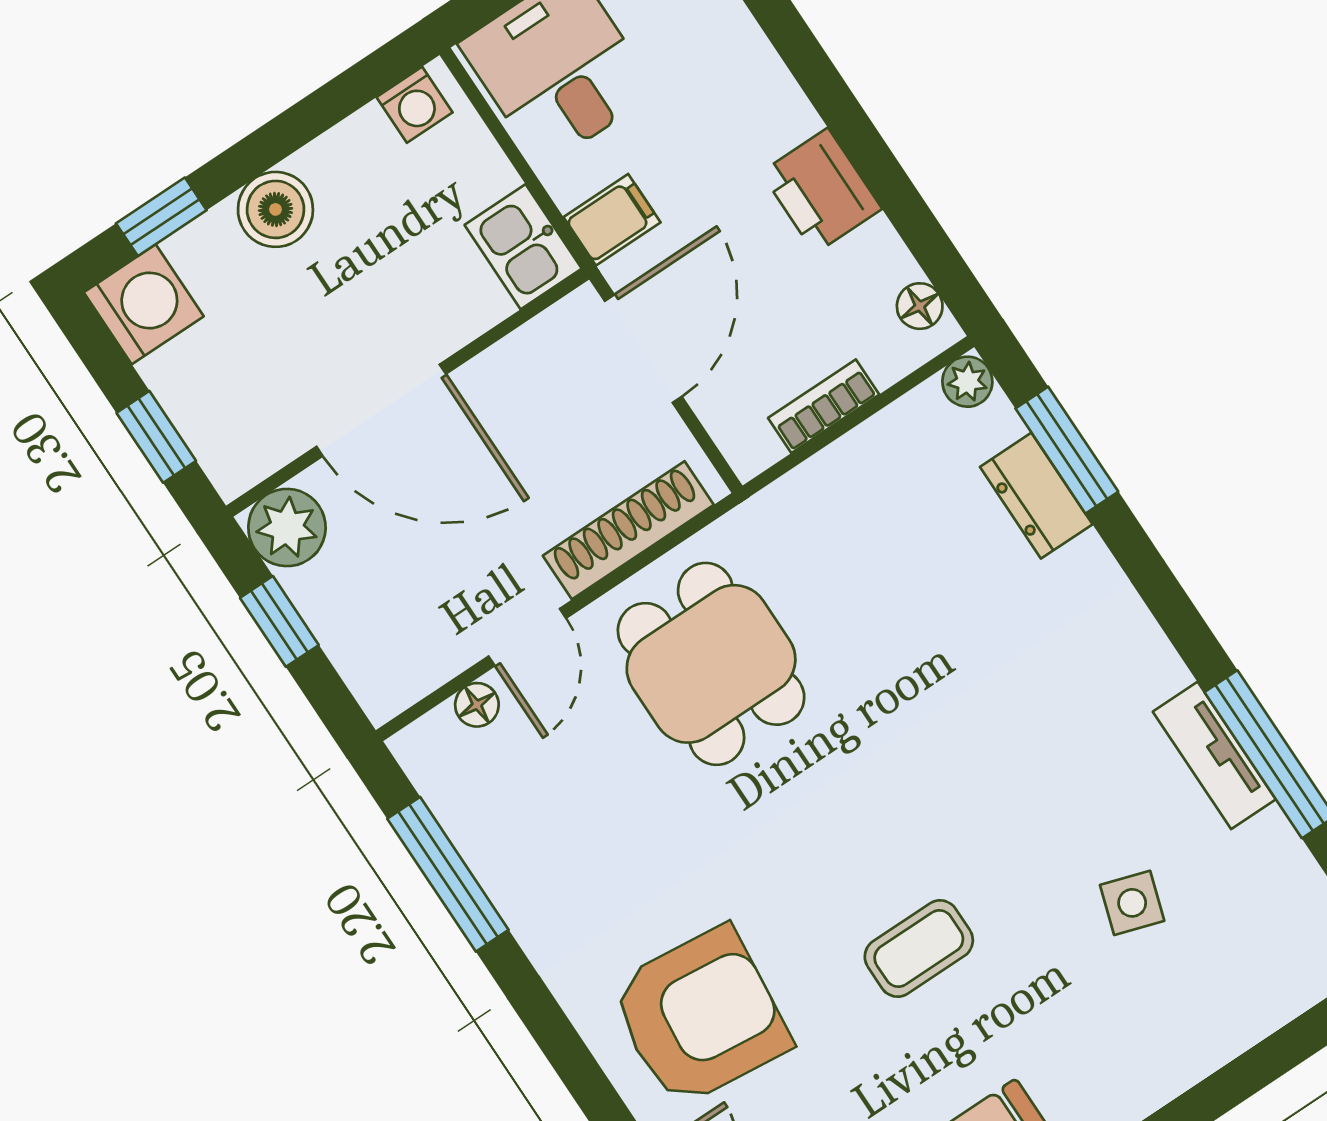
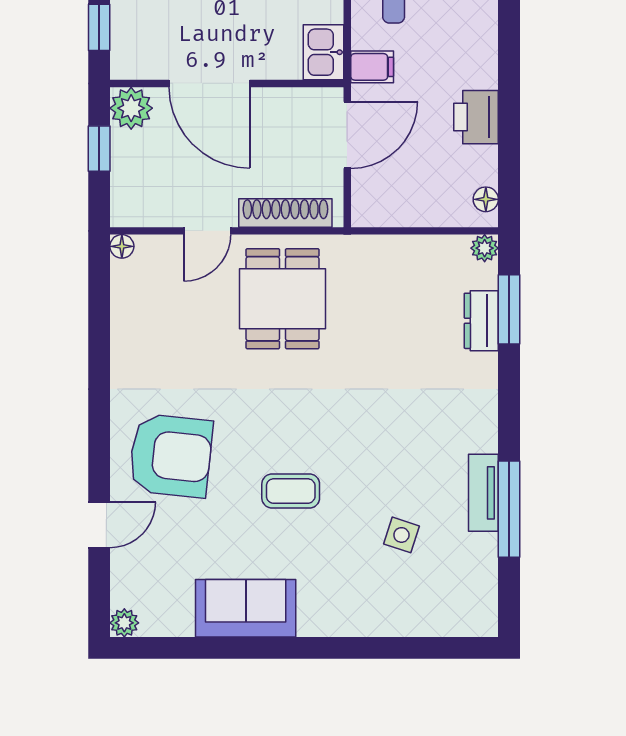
bookcase: (824, 406) -> (412, 216), removed
floor lamp: (477, 705) -> (122, 246), moved
window: (448, 874) -> (99, 315), removed

